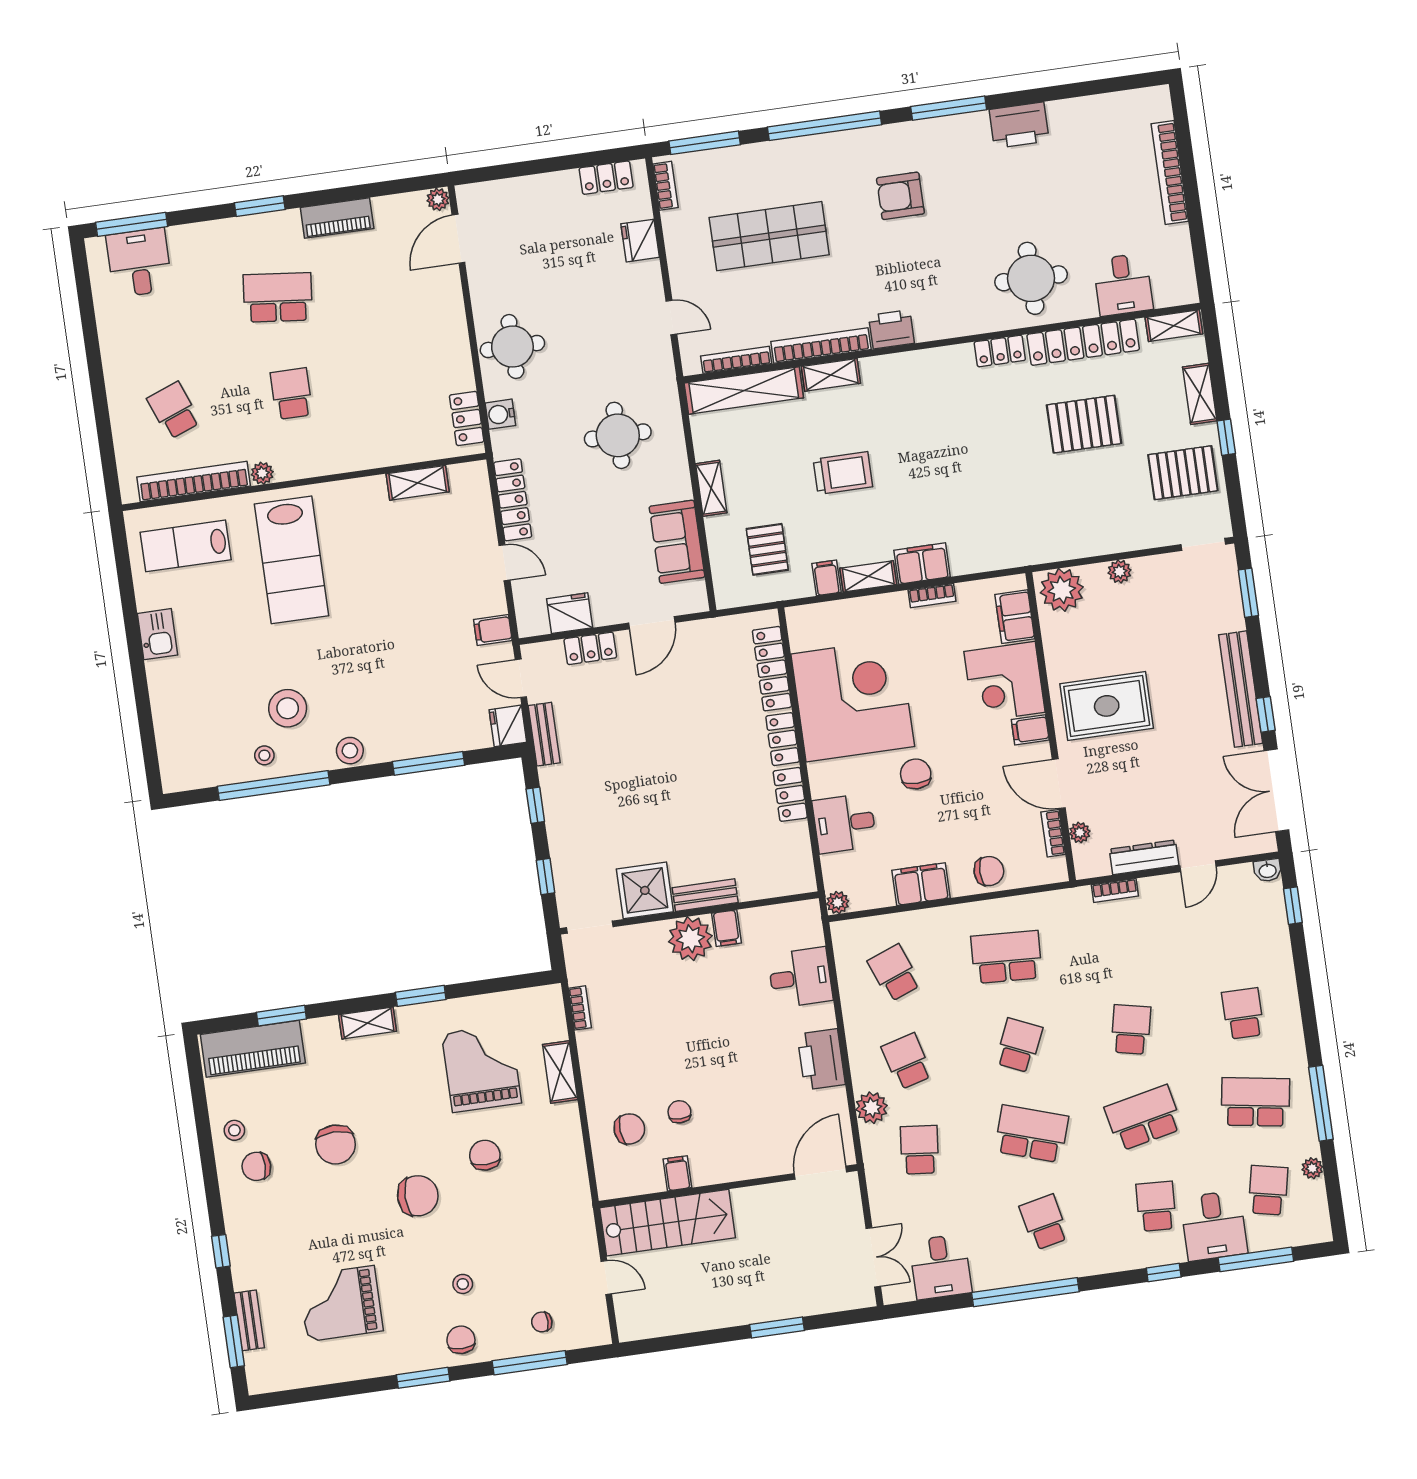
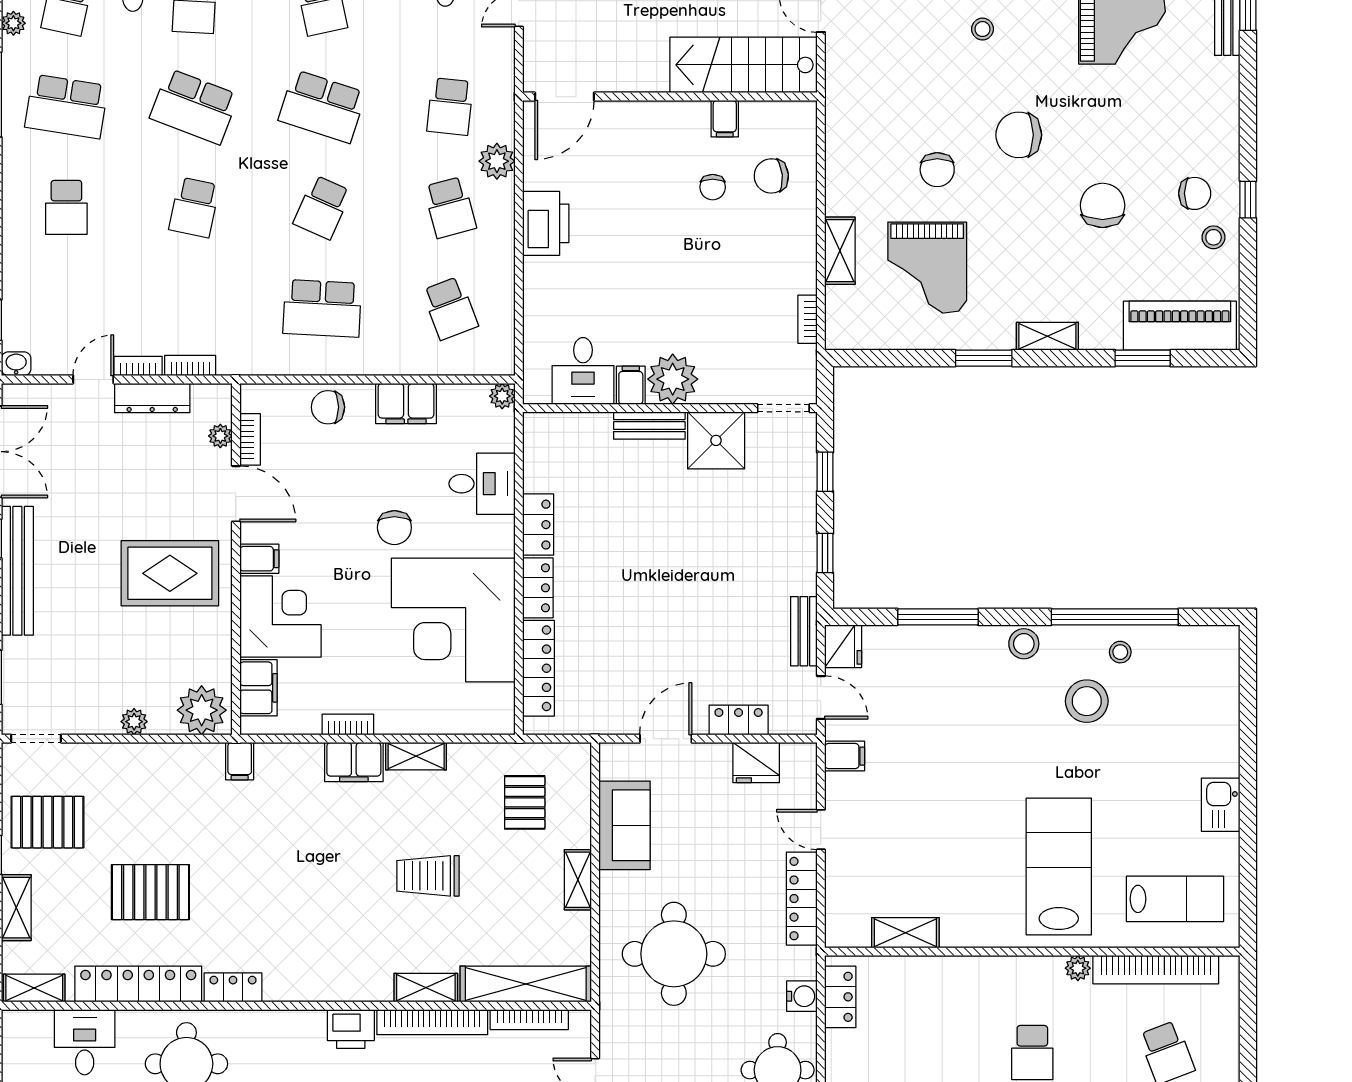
round table: (618, 435) -> (674, 954), width x1.36, depth x1.36
filing cabinet: (827, 578) -> (240, 761), moved
bookcase: (1160, 884) -> (138, 366), added
desk: (800, 977) -> (583, 371), moved, turned -90
school desk: (1144, 1118) -> (194, 106), turned 33
window: (221, 1251) -> (1248, 200), moved

